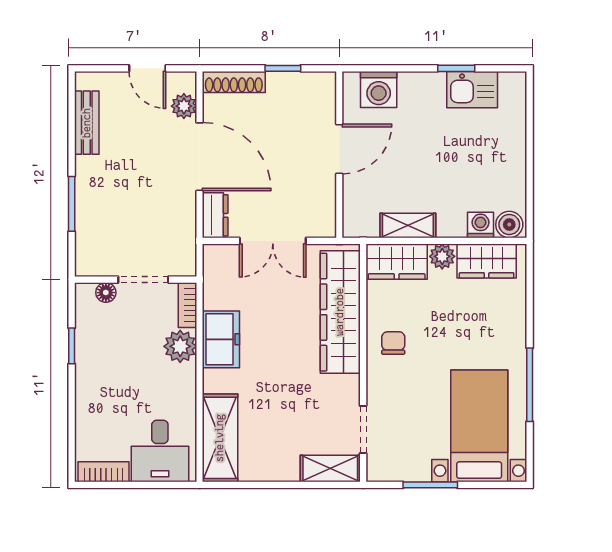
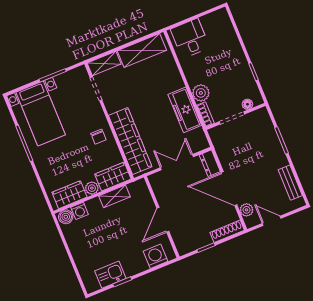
freezer: (221, 339) -> (185, 110), width x1.40
shelving: (220, 438) -> (142, 50), moved, turned 90
bookcase: (104, 472) -> (213, 17), removed

